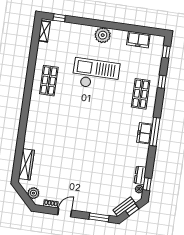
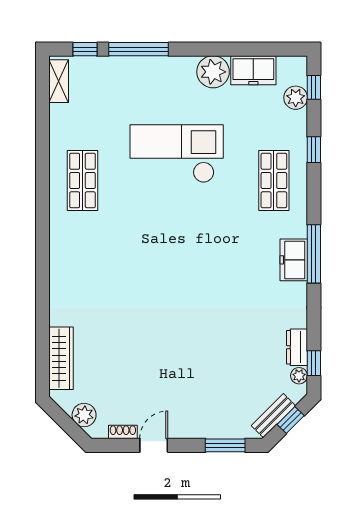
window: (85, 21) -> (138, 49), added
plant: (103, 35) -> (213, 72), moved
plant: (157, 56) -> (296, 98), added

